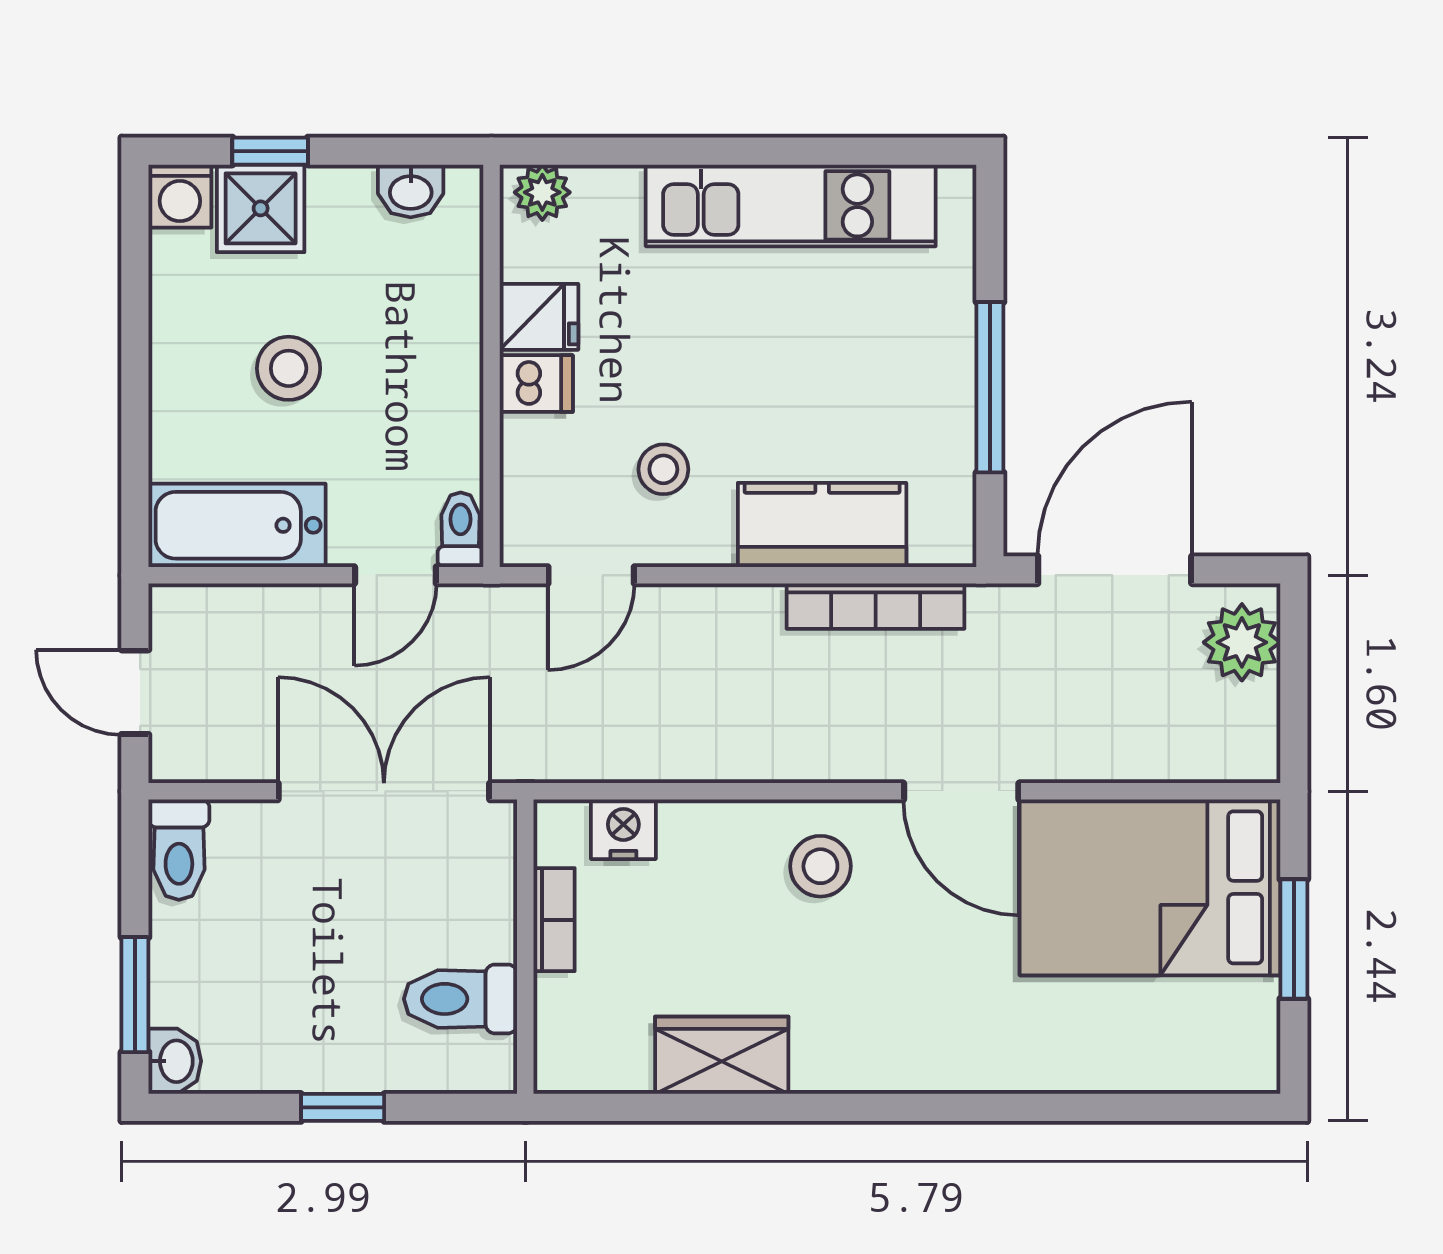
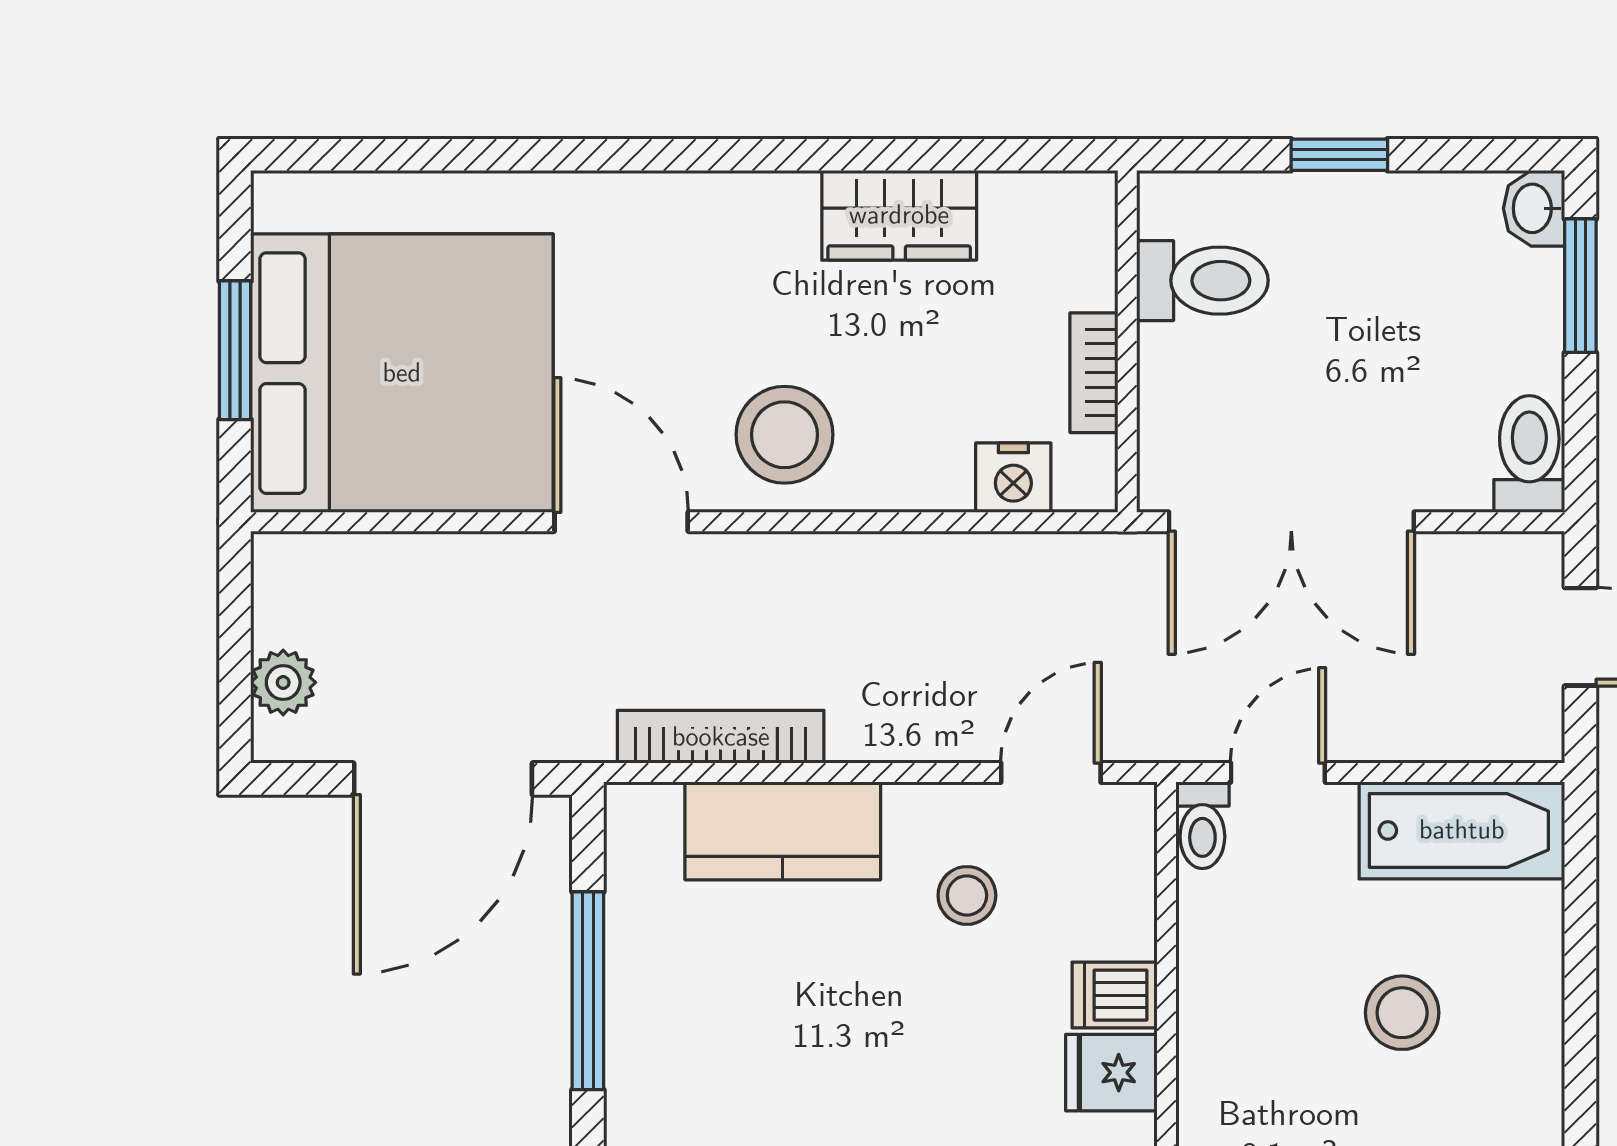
plant: (1242, 642) -> (283, 682), width x0.73, depth x0.73
stool: (820, 866) -> (785, 435), width x1.38, depth x1.38
bed: (1150, 887) -> (402, 373), width x1.36

